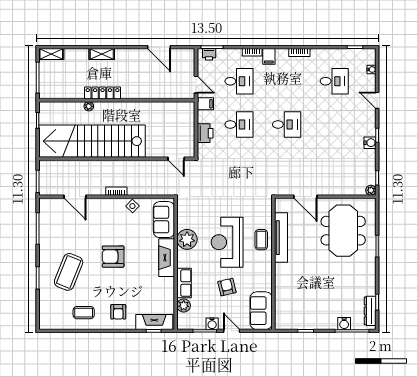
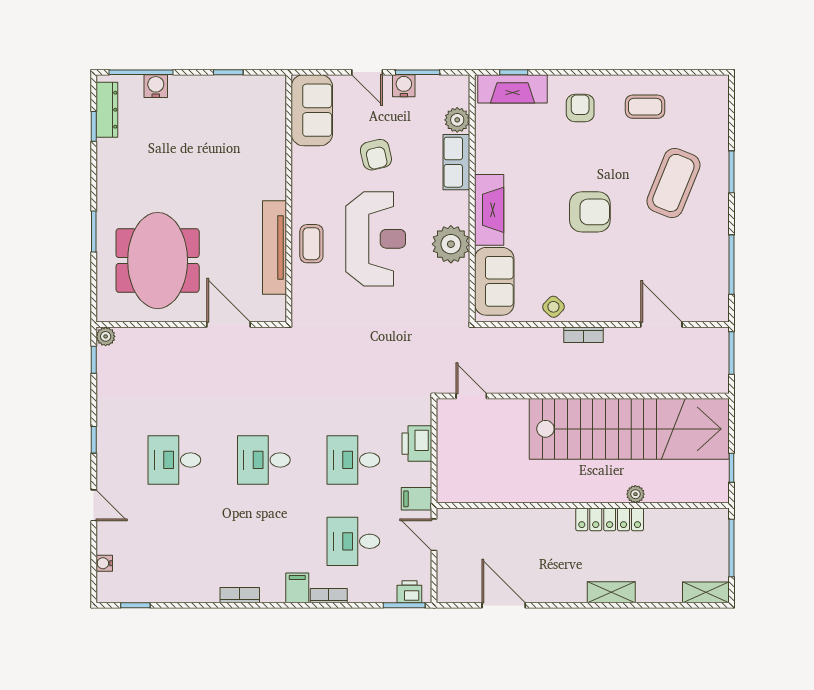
desk: (334, 81) -> (174, 460), moved
water cooler: (370, 143) -> (107, 426), removed

